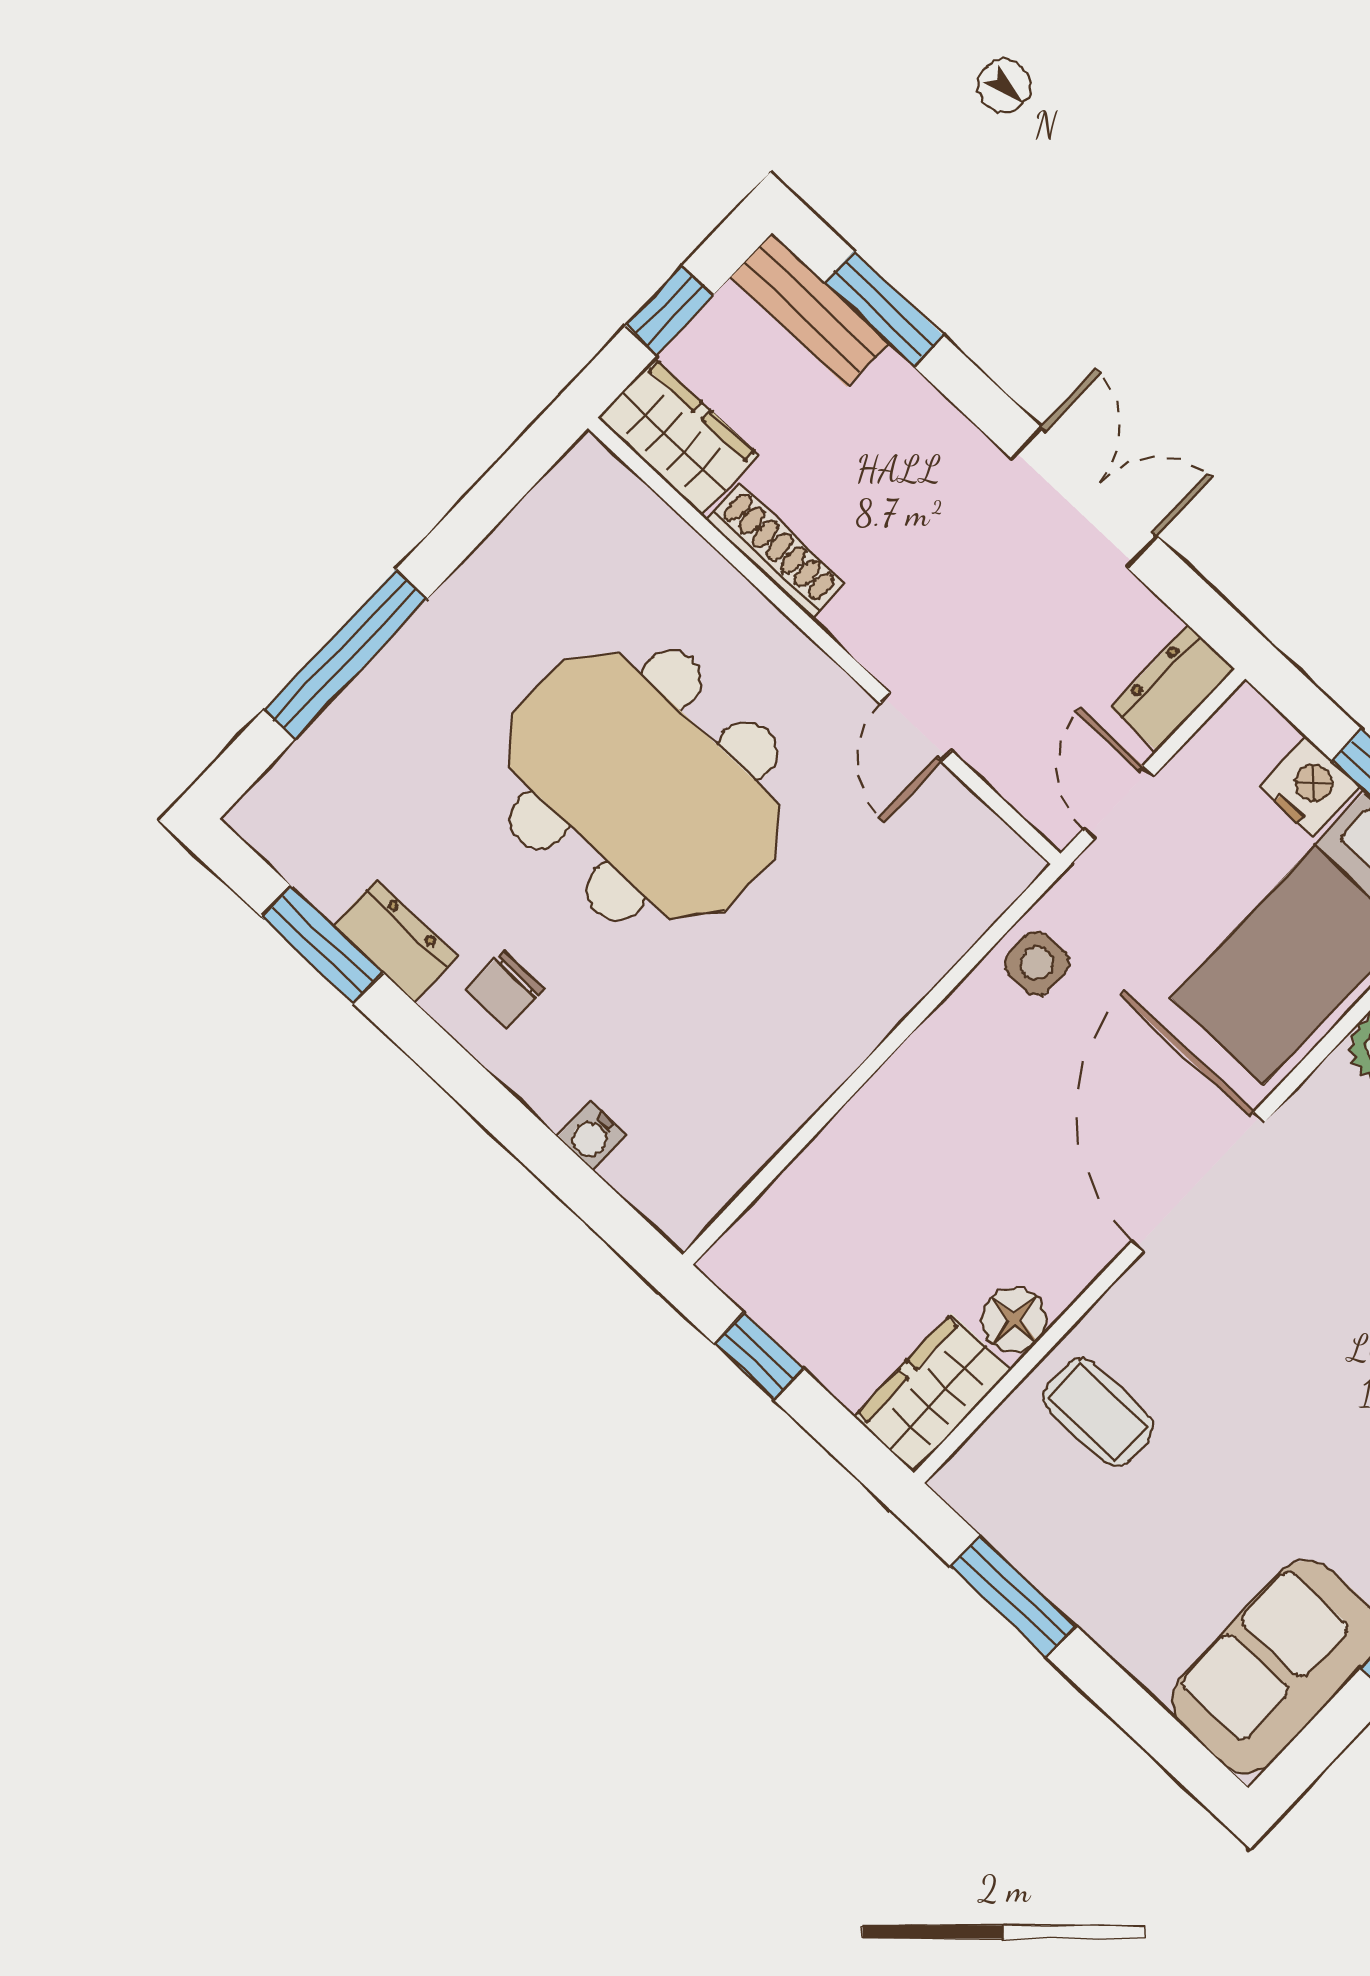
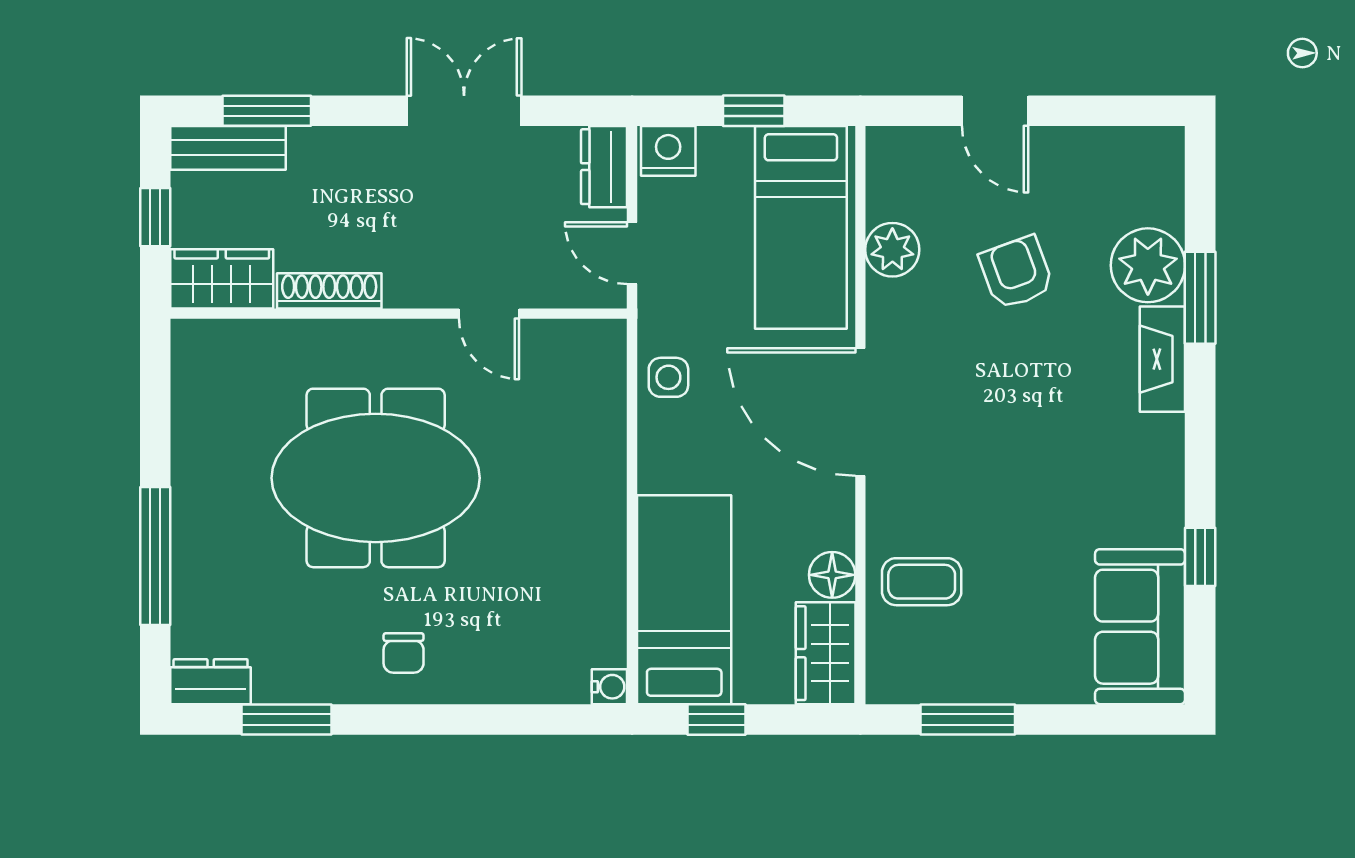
nightstand: (1310, 787) -> (668, 151), moved
dresser: (395, 941) -> (211, 682), moved
water cooler: (592, 1136) -> (609, 687), moved, turned -90
bed: (840, 1204) -> (684, 600), added

